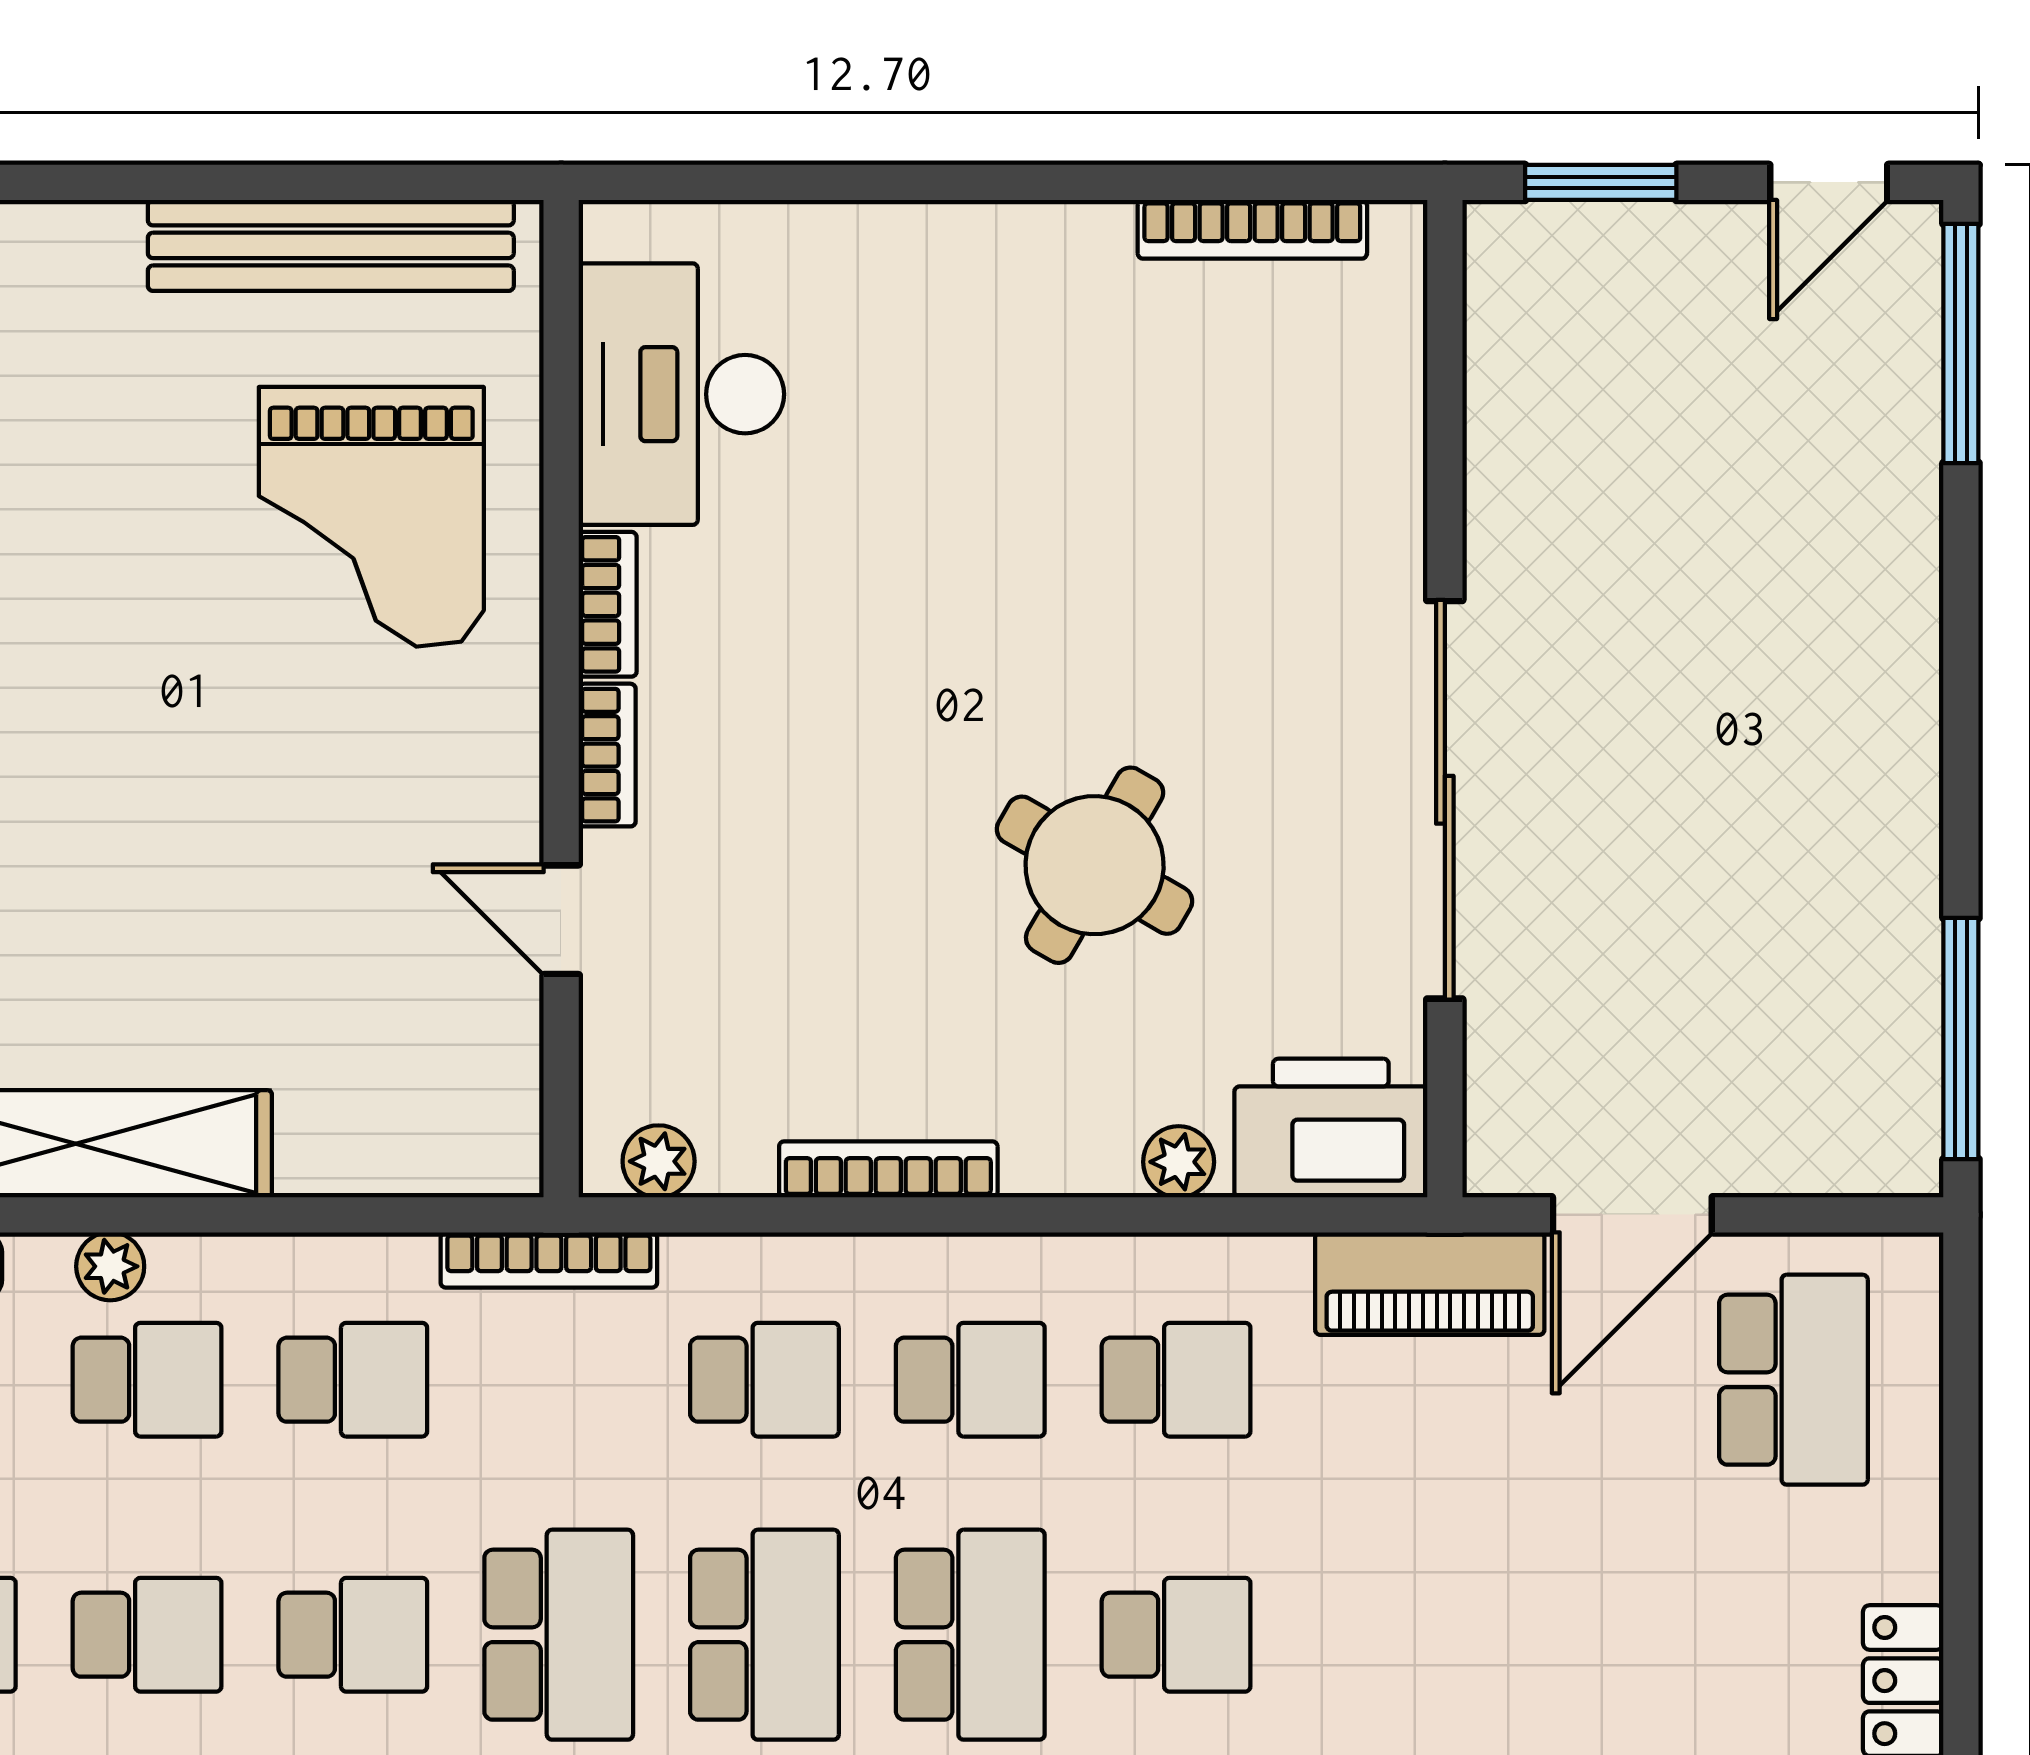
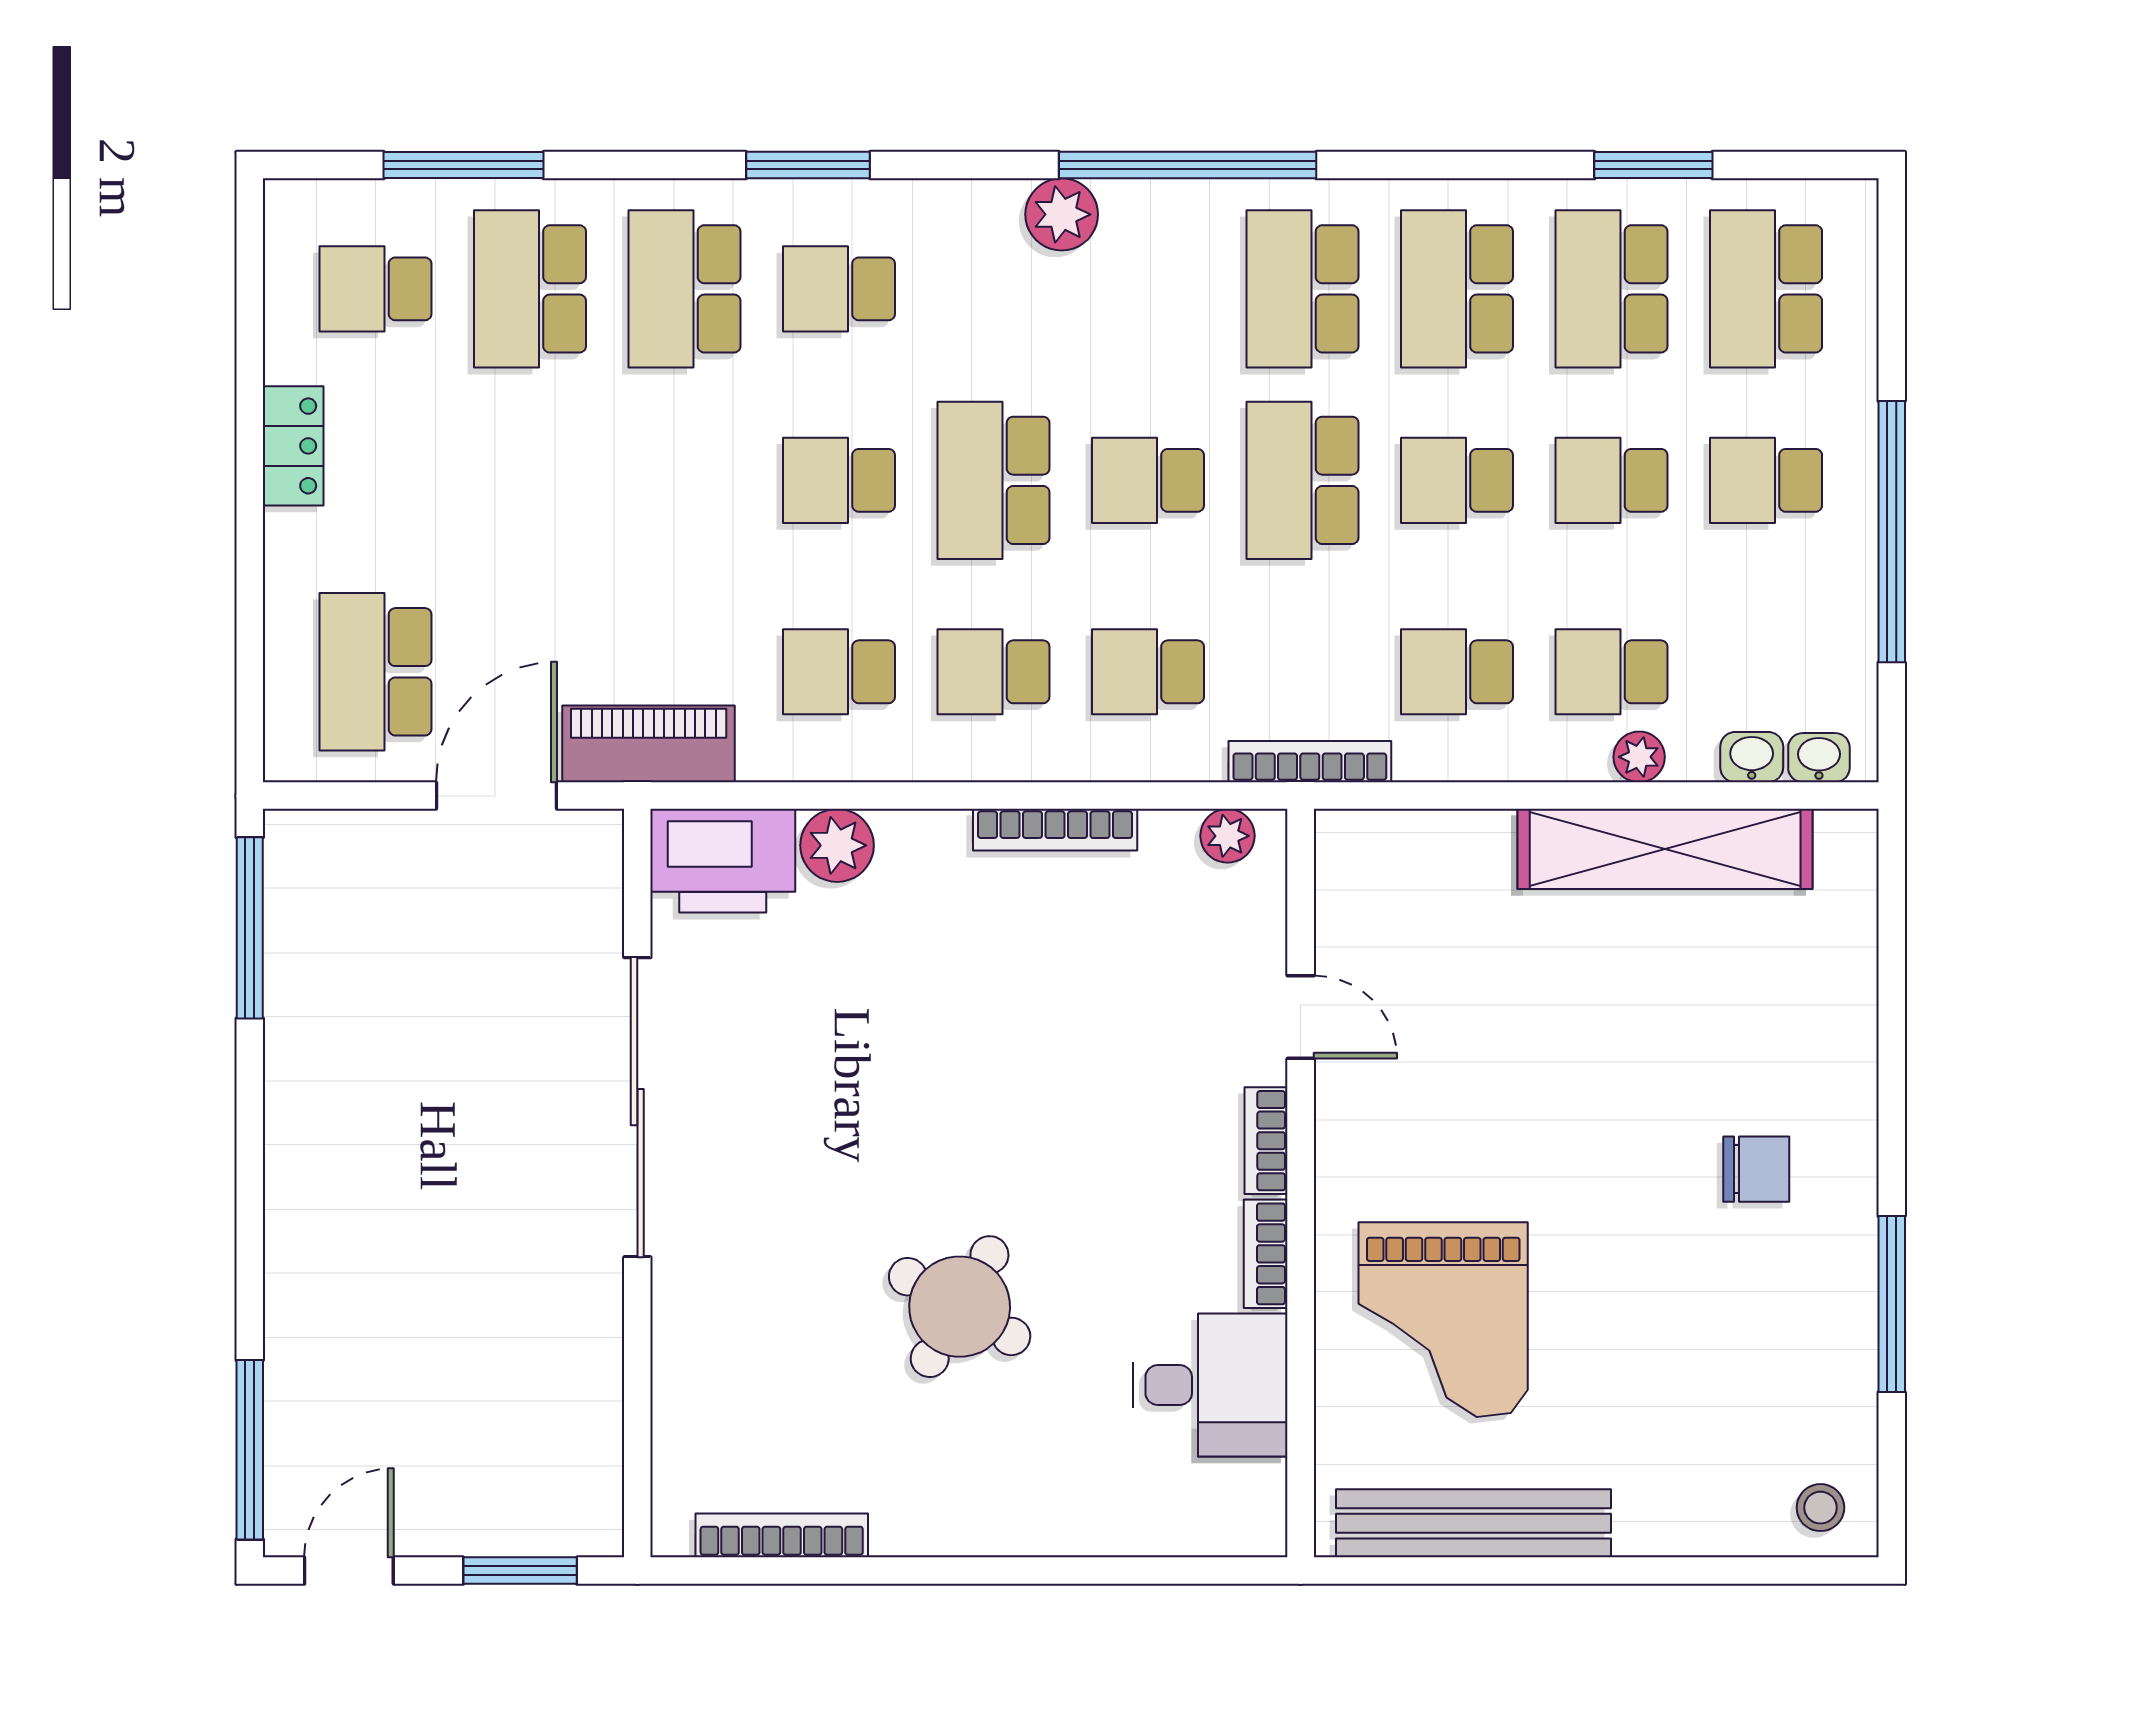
desk: (681, 394) -> (1210, 1385), width x0.73
grand piano: (371, 517) -> (1443, 1320), turned 180
round table: (1095, 865) -> (960, 1307), moved
plant: (1179, 1162) -> (837, 845), width x1.38, depth x1.38
school desk: (764, 1635) -> (1148, 480), width x0.54

